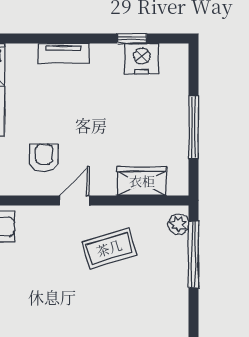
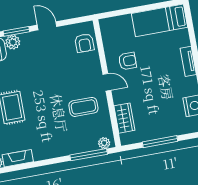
coffee table: (109, 248) -> (83, 107), turned -73

